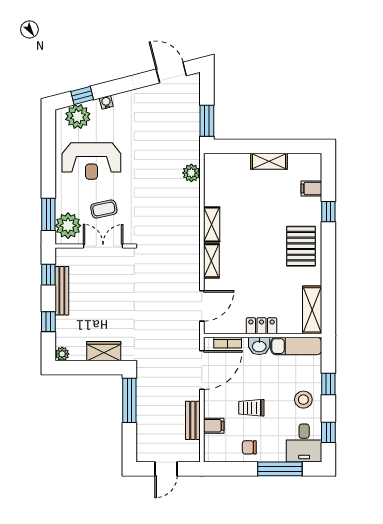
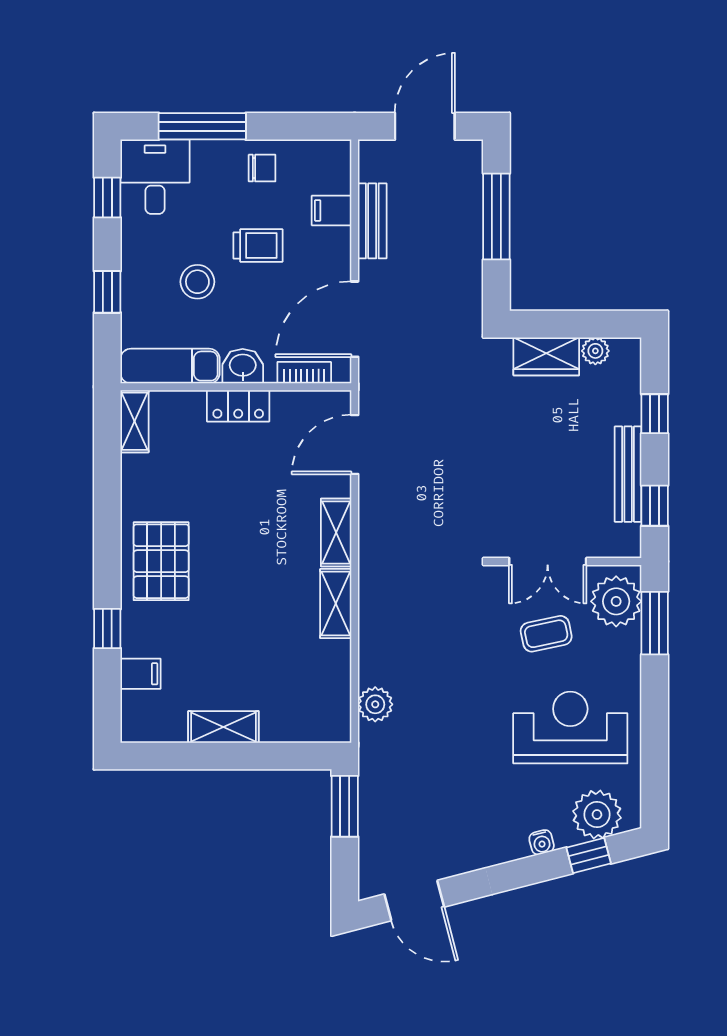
shelving: (312, 310) -> (134, 421), width x0.67, depth x0.75
plant: (62, 354) -> (595, 351), moved
window: (129, 400) -> (496, 217), moved
stool: (303, 400) -> (197, 282), moved
door: (166, 469) -> (425, 126), width x1.38

